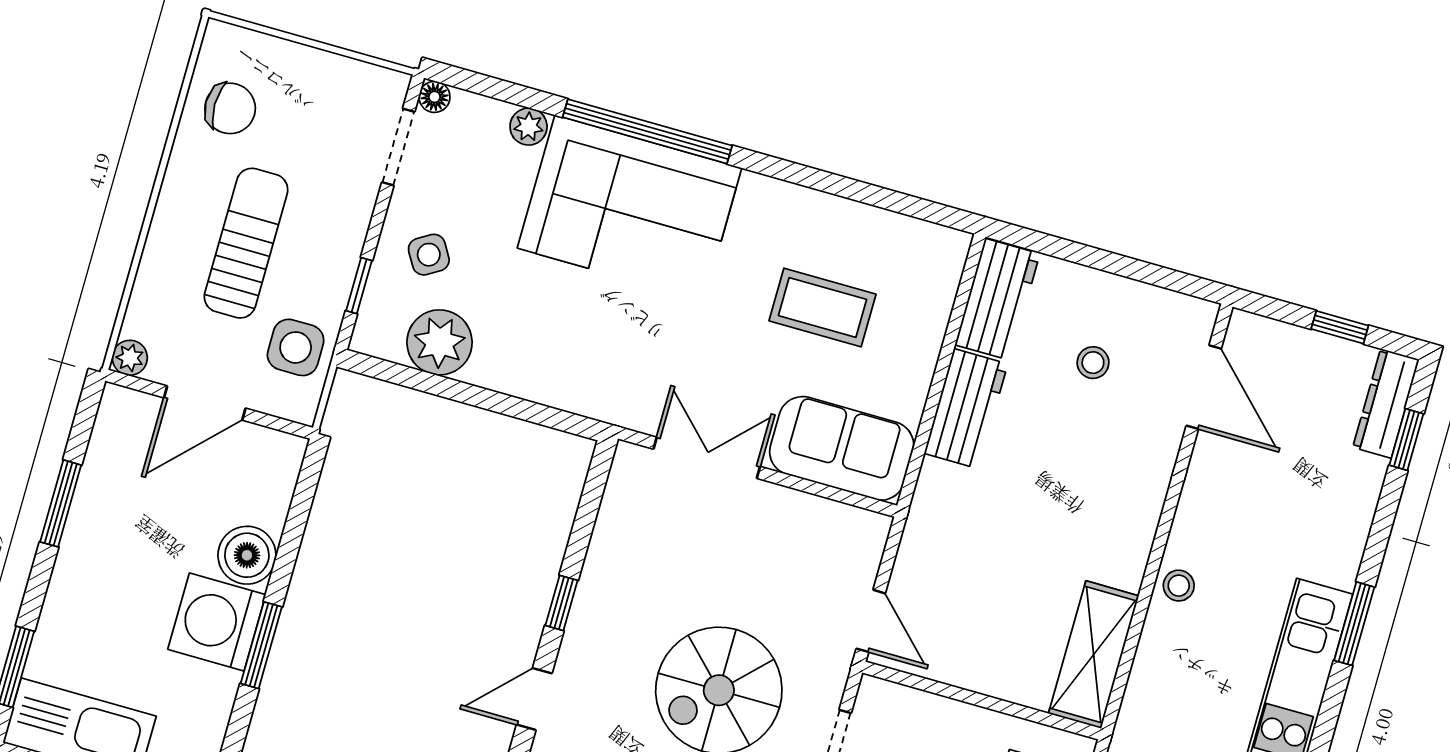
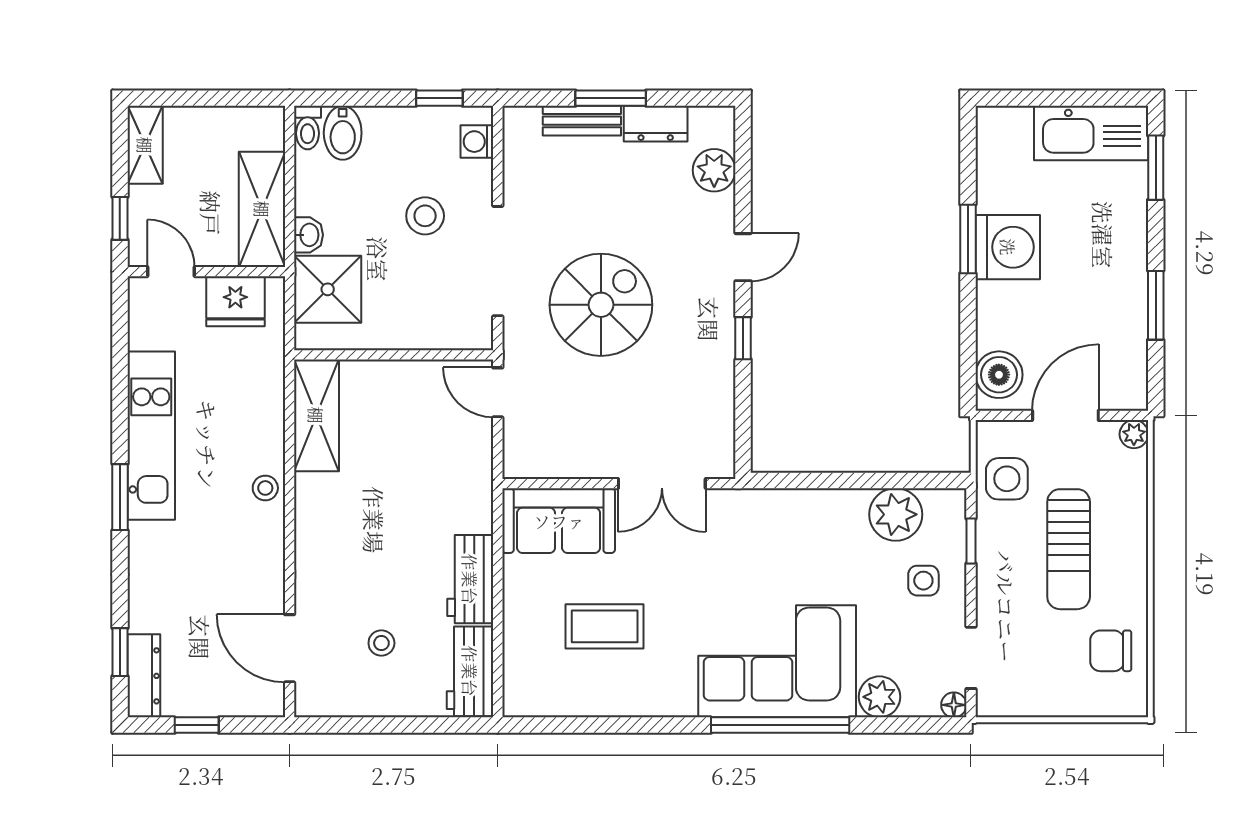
plant: (529, 127) -> (880, 697), width x1.38, depth x1.38
side table: (429, 255) -> (923, 581), turned 31
boiler: (247, 555) -> (999, 375), moved

